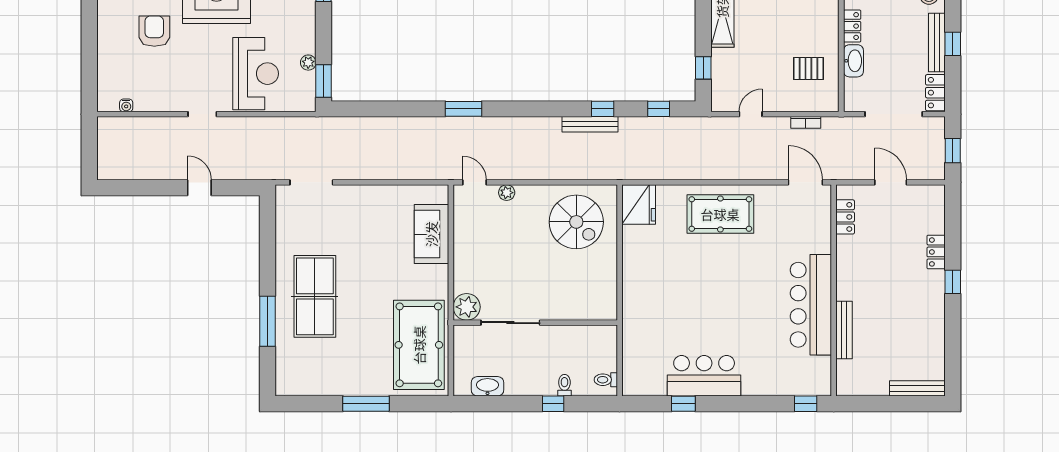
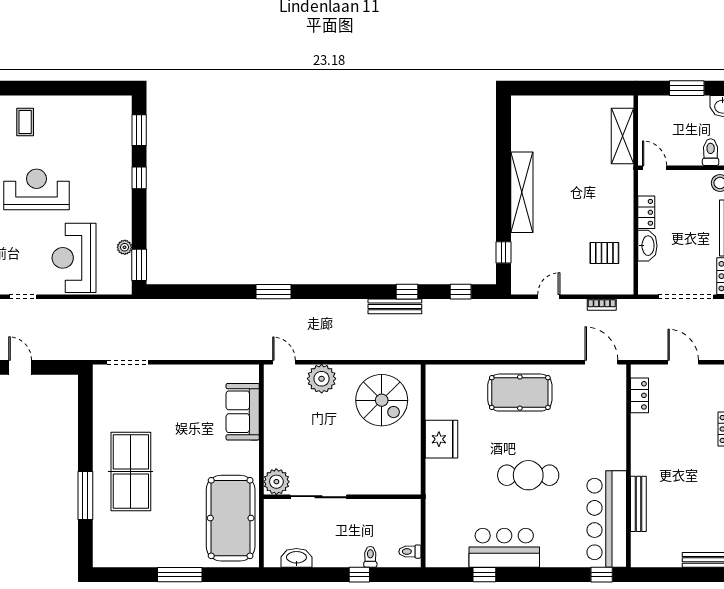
reception desk: (256, 74) -> (74, 258), turned 180
plant: (507, 193) -> (322, 379), width x1.88, depth x1.88
fridge: (639, 204) -> (441, 439), moved
cafe table: (729, 300) -> (528, 475), added
bar counter: (811, 305) -> (607, 519), moved

